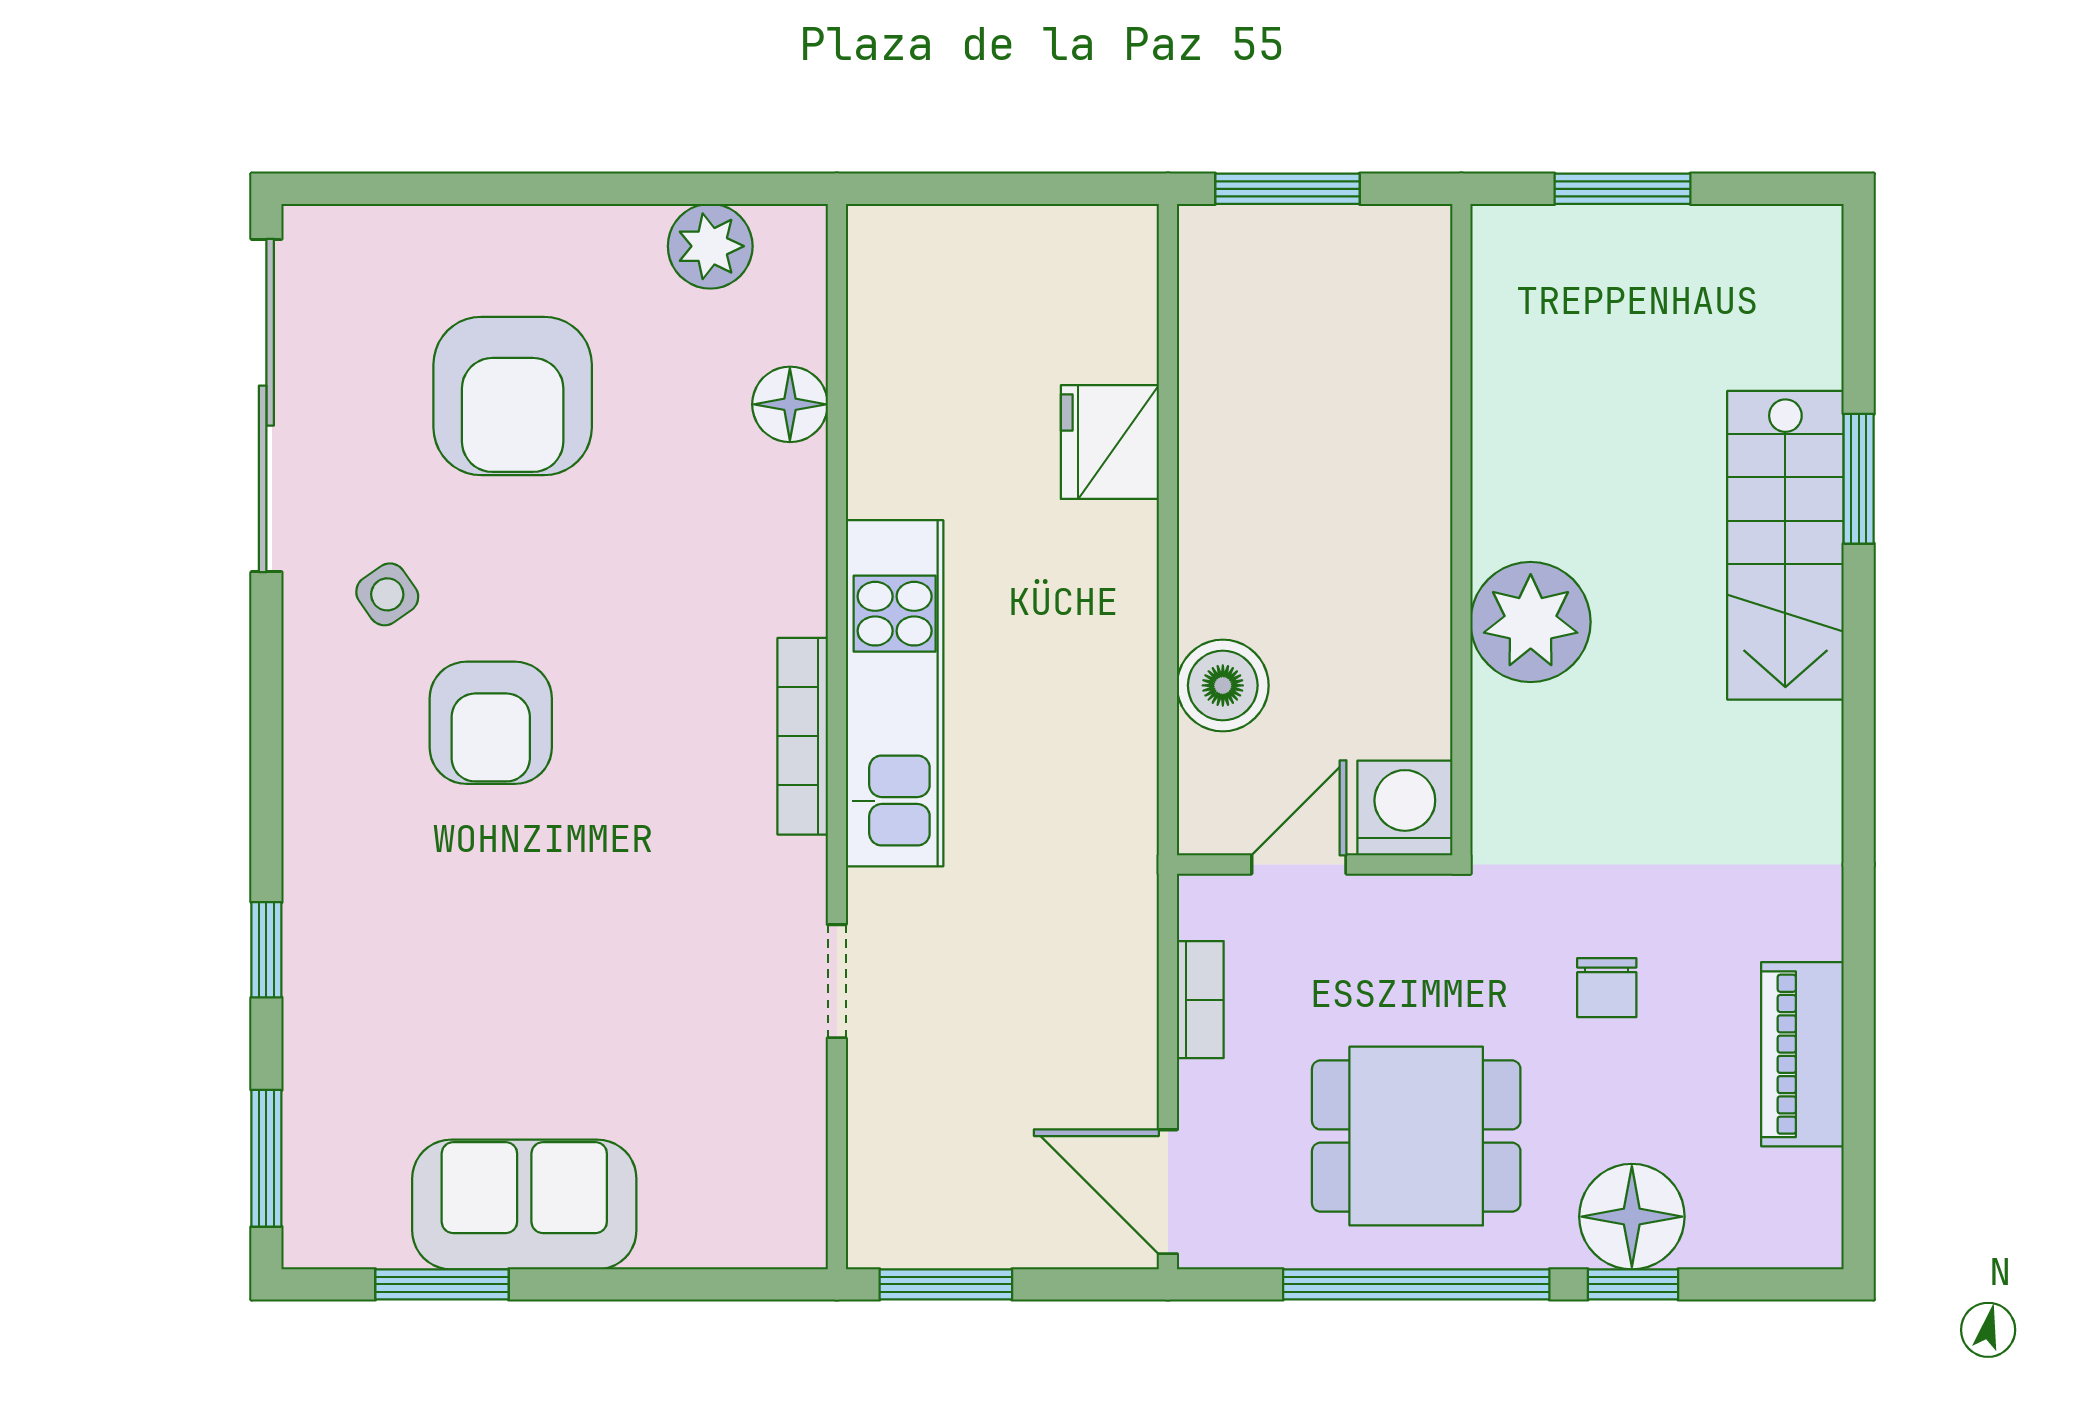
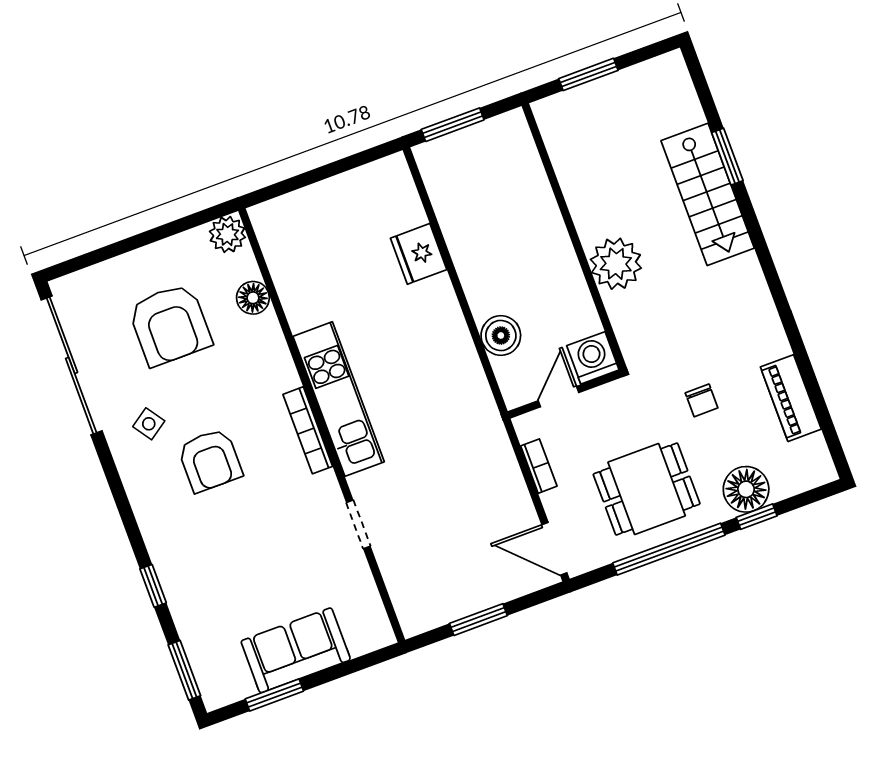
floor lamp: (790, 404) -> (253, 298), moved
kitchen unit: (895, 693) -> (339, 399), moved
bookcase: (803, 736) -> (308, 430), moved
wall: (837, 737) -> (322, 425), moved
doorway: (837, 981) -> (358, 524), moved

